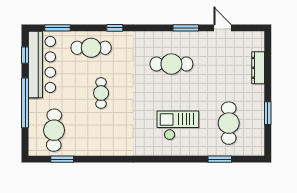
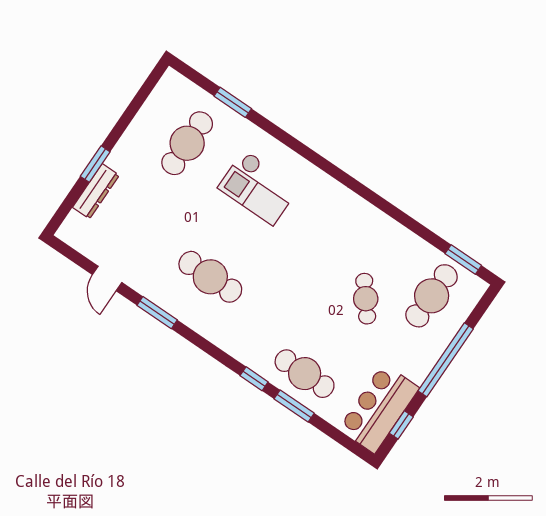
window: (57, 28) -> (294, 406), moved
bar counter: (42, 65) -> (379, 408), width x0.73
cafe table: (101, 93) -> (366, 299), moved, turned -39
window: (268, 113) -> (95, 164), moved
window: (62, 159) -> (463, 260), moved

